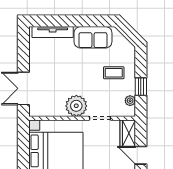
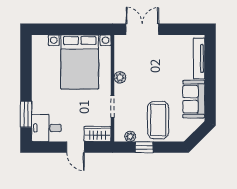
coffee table: (114, 73) -> (158, 120), width x1.86, depth x1.72
plant: (76, 106) -> (120, 77), width x0.53, depth x0.53
door: (141, 155) -> (75, 147), swing flipped

